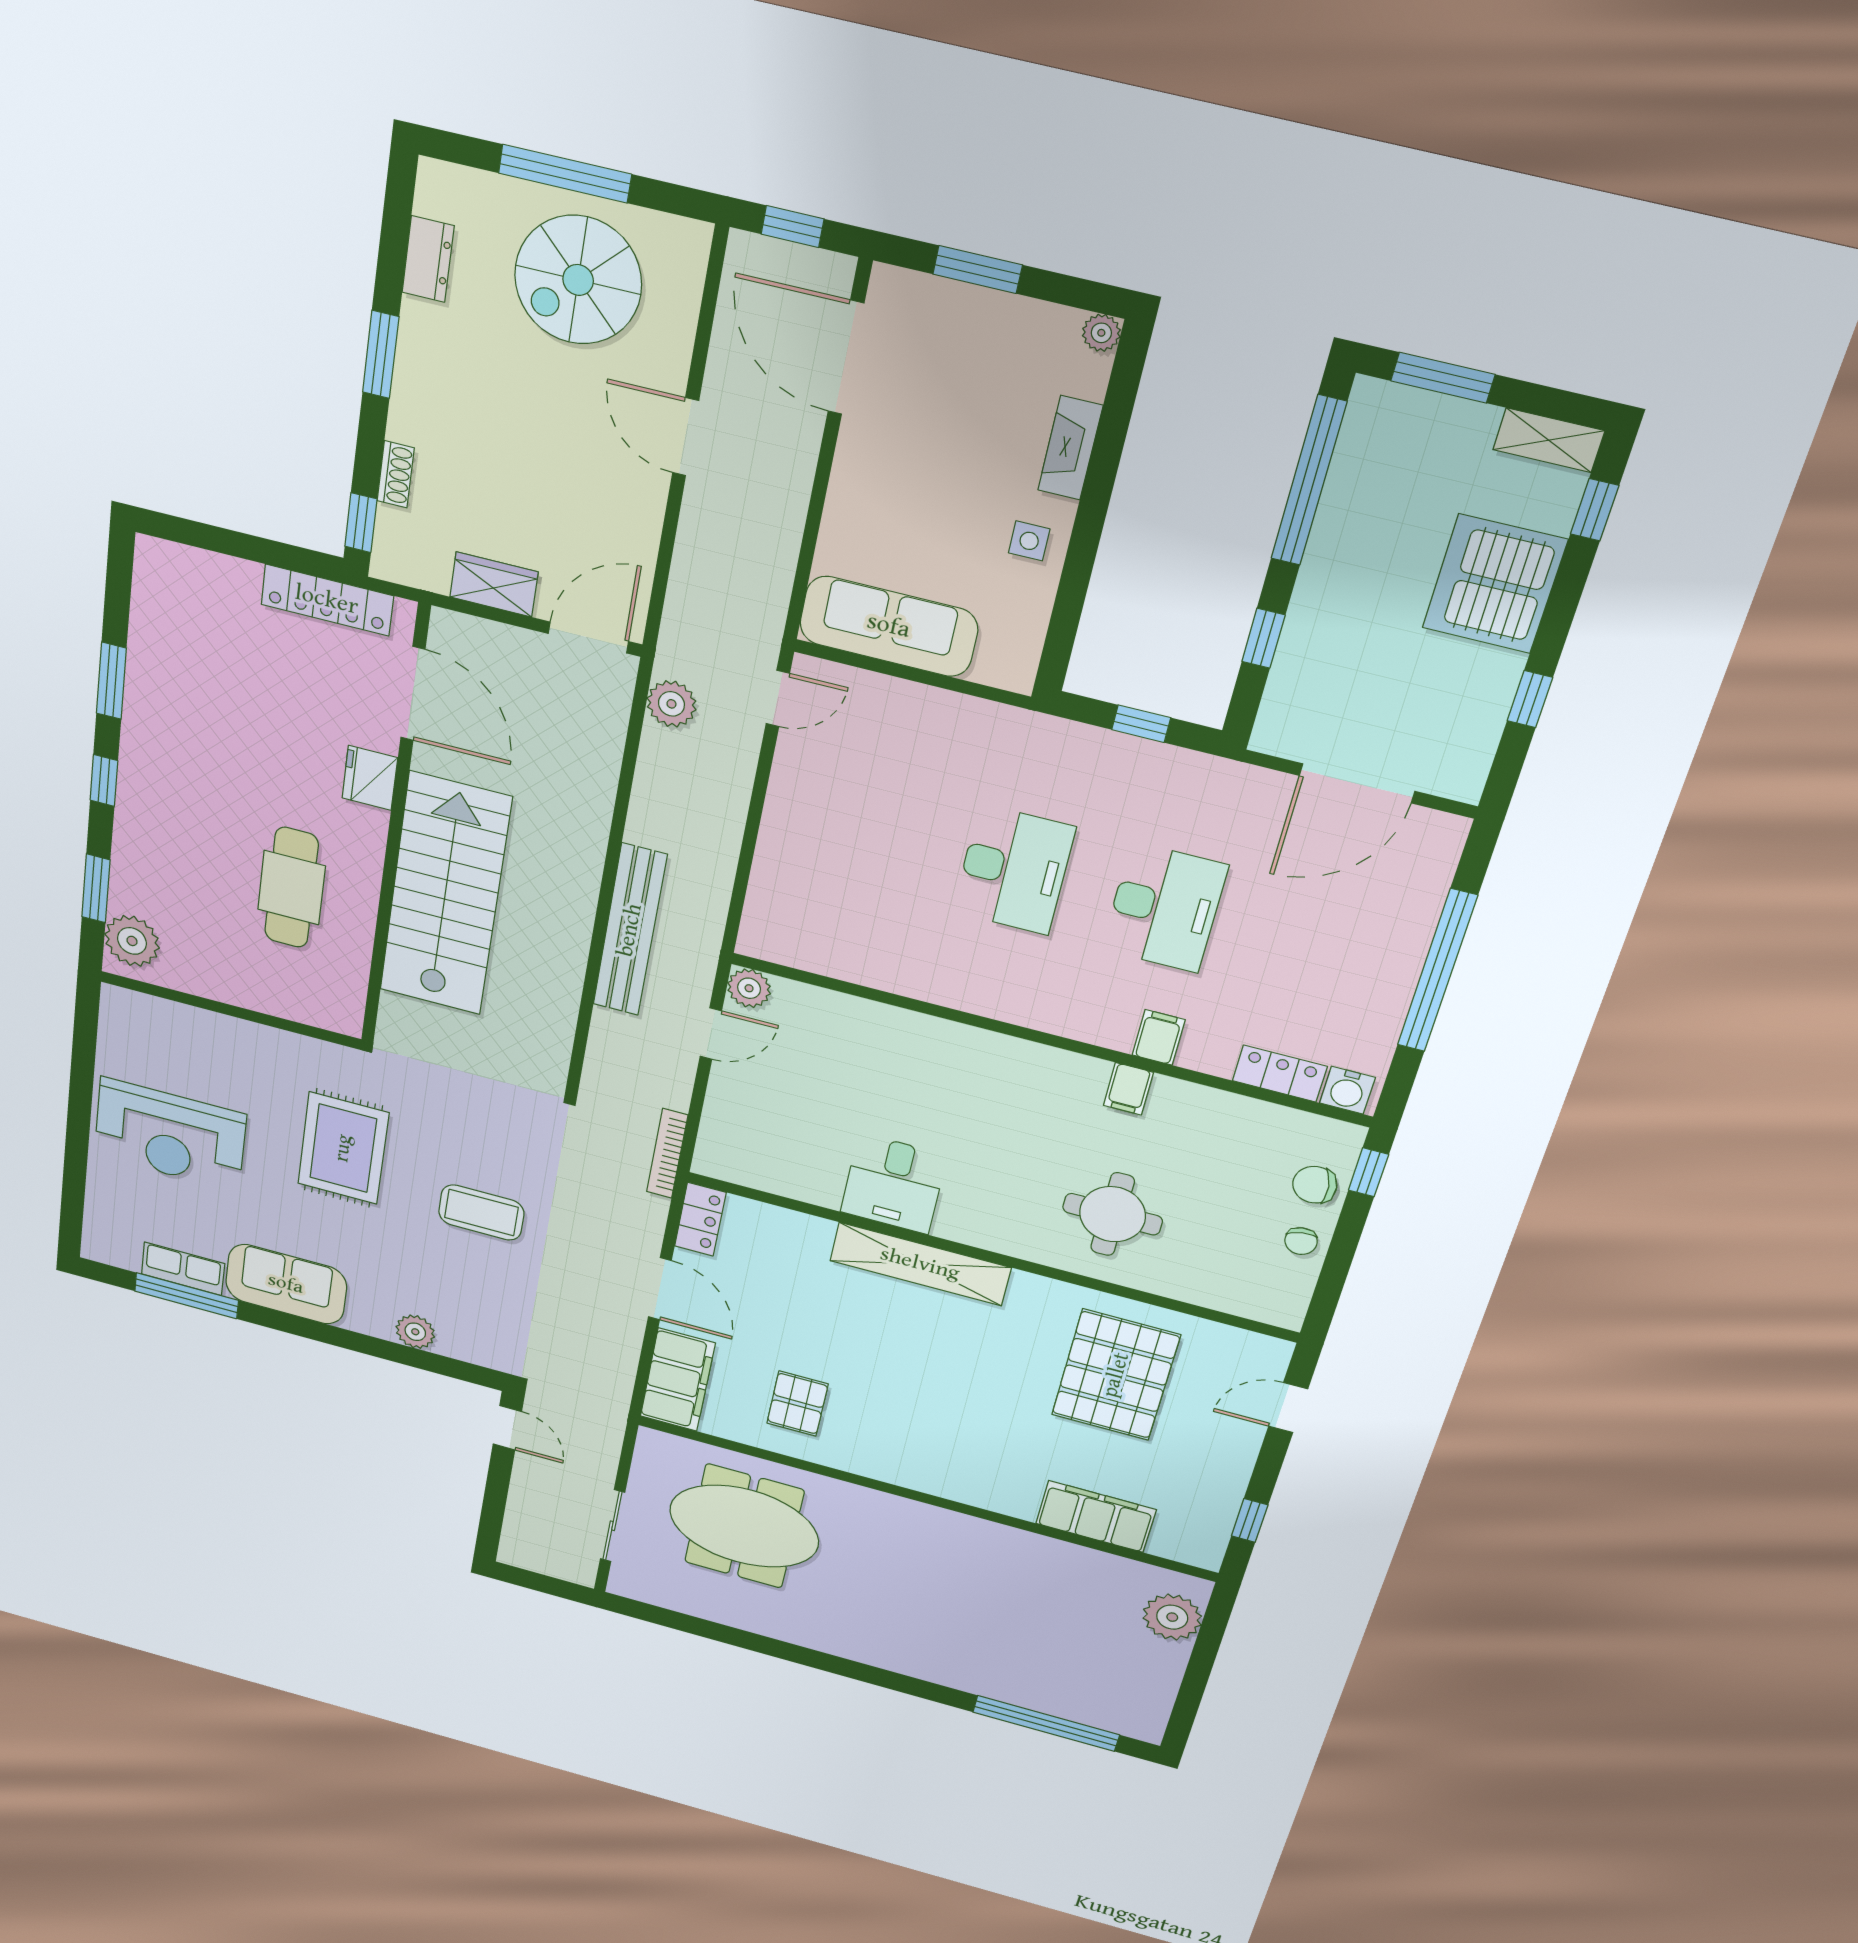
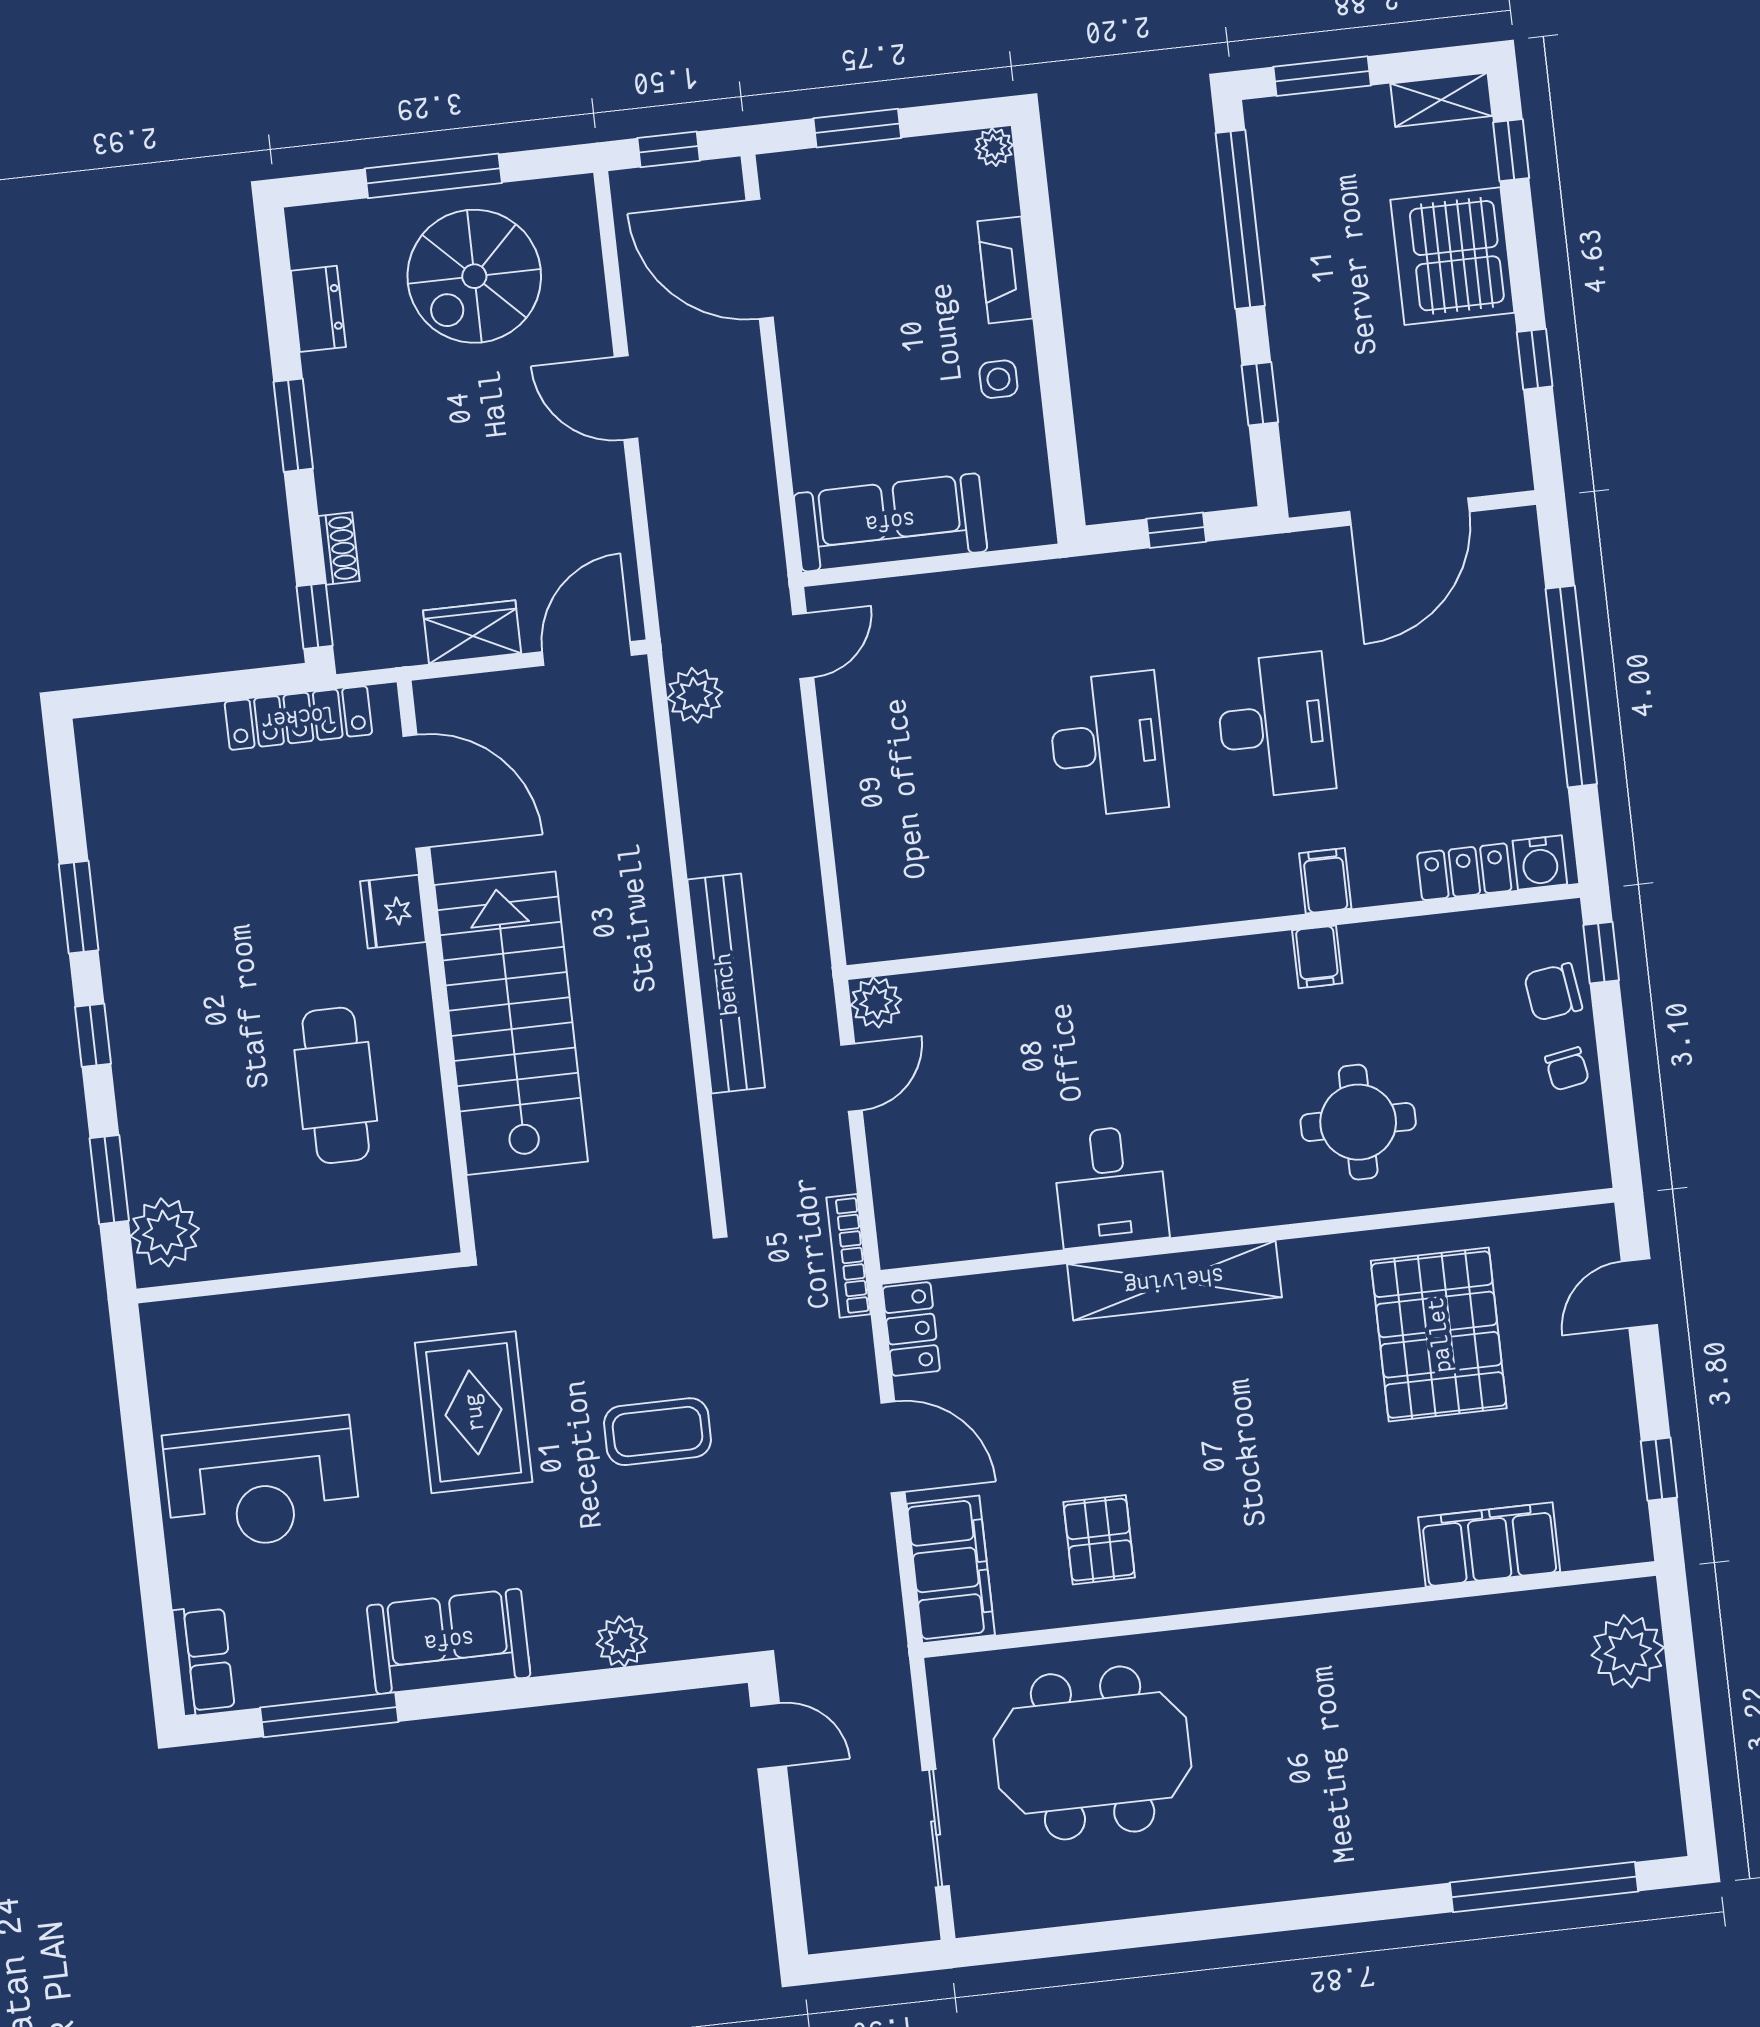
row of seats: (183, 1269) -> (204, 1660), moved, turned 90

